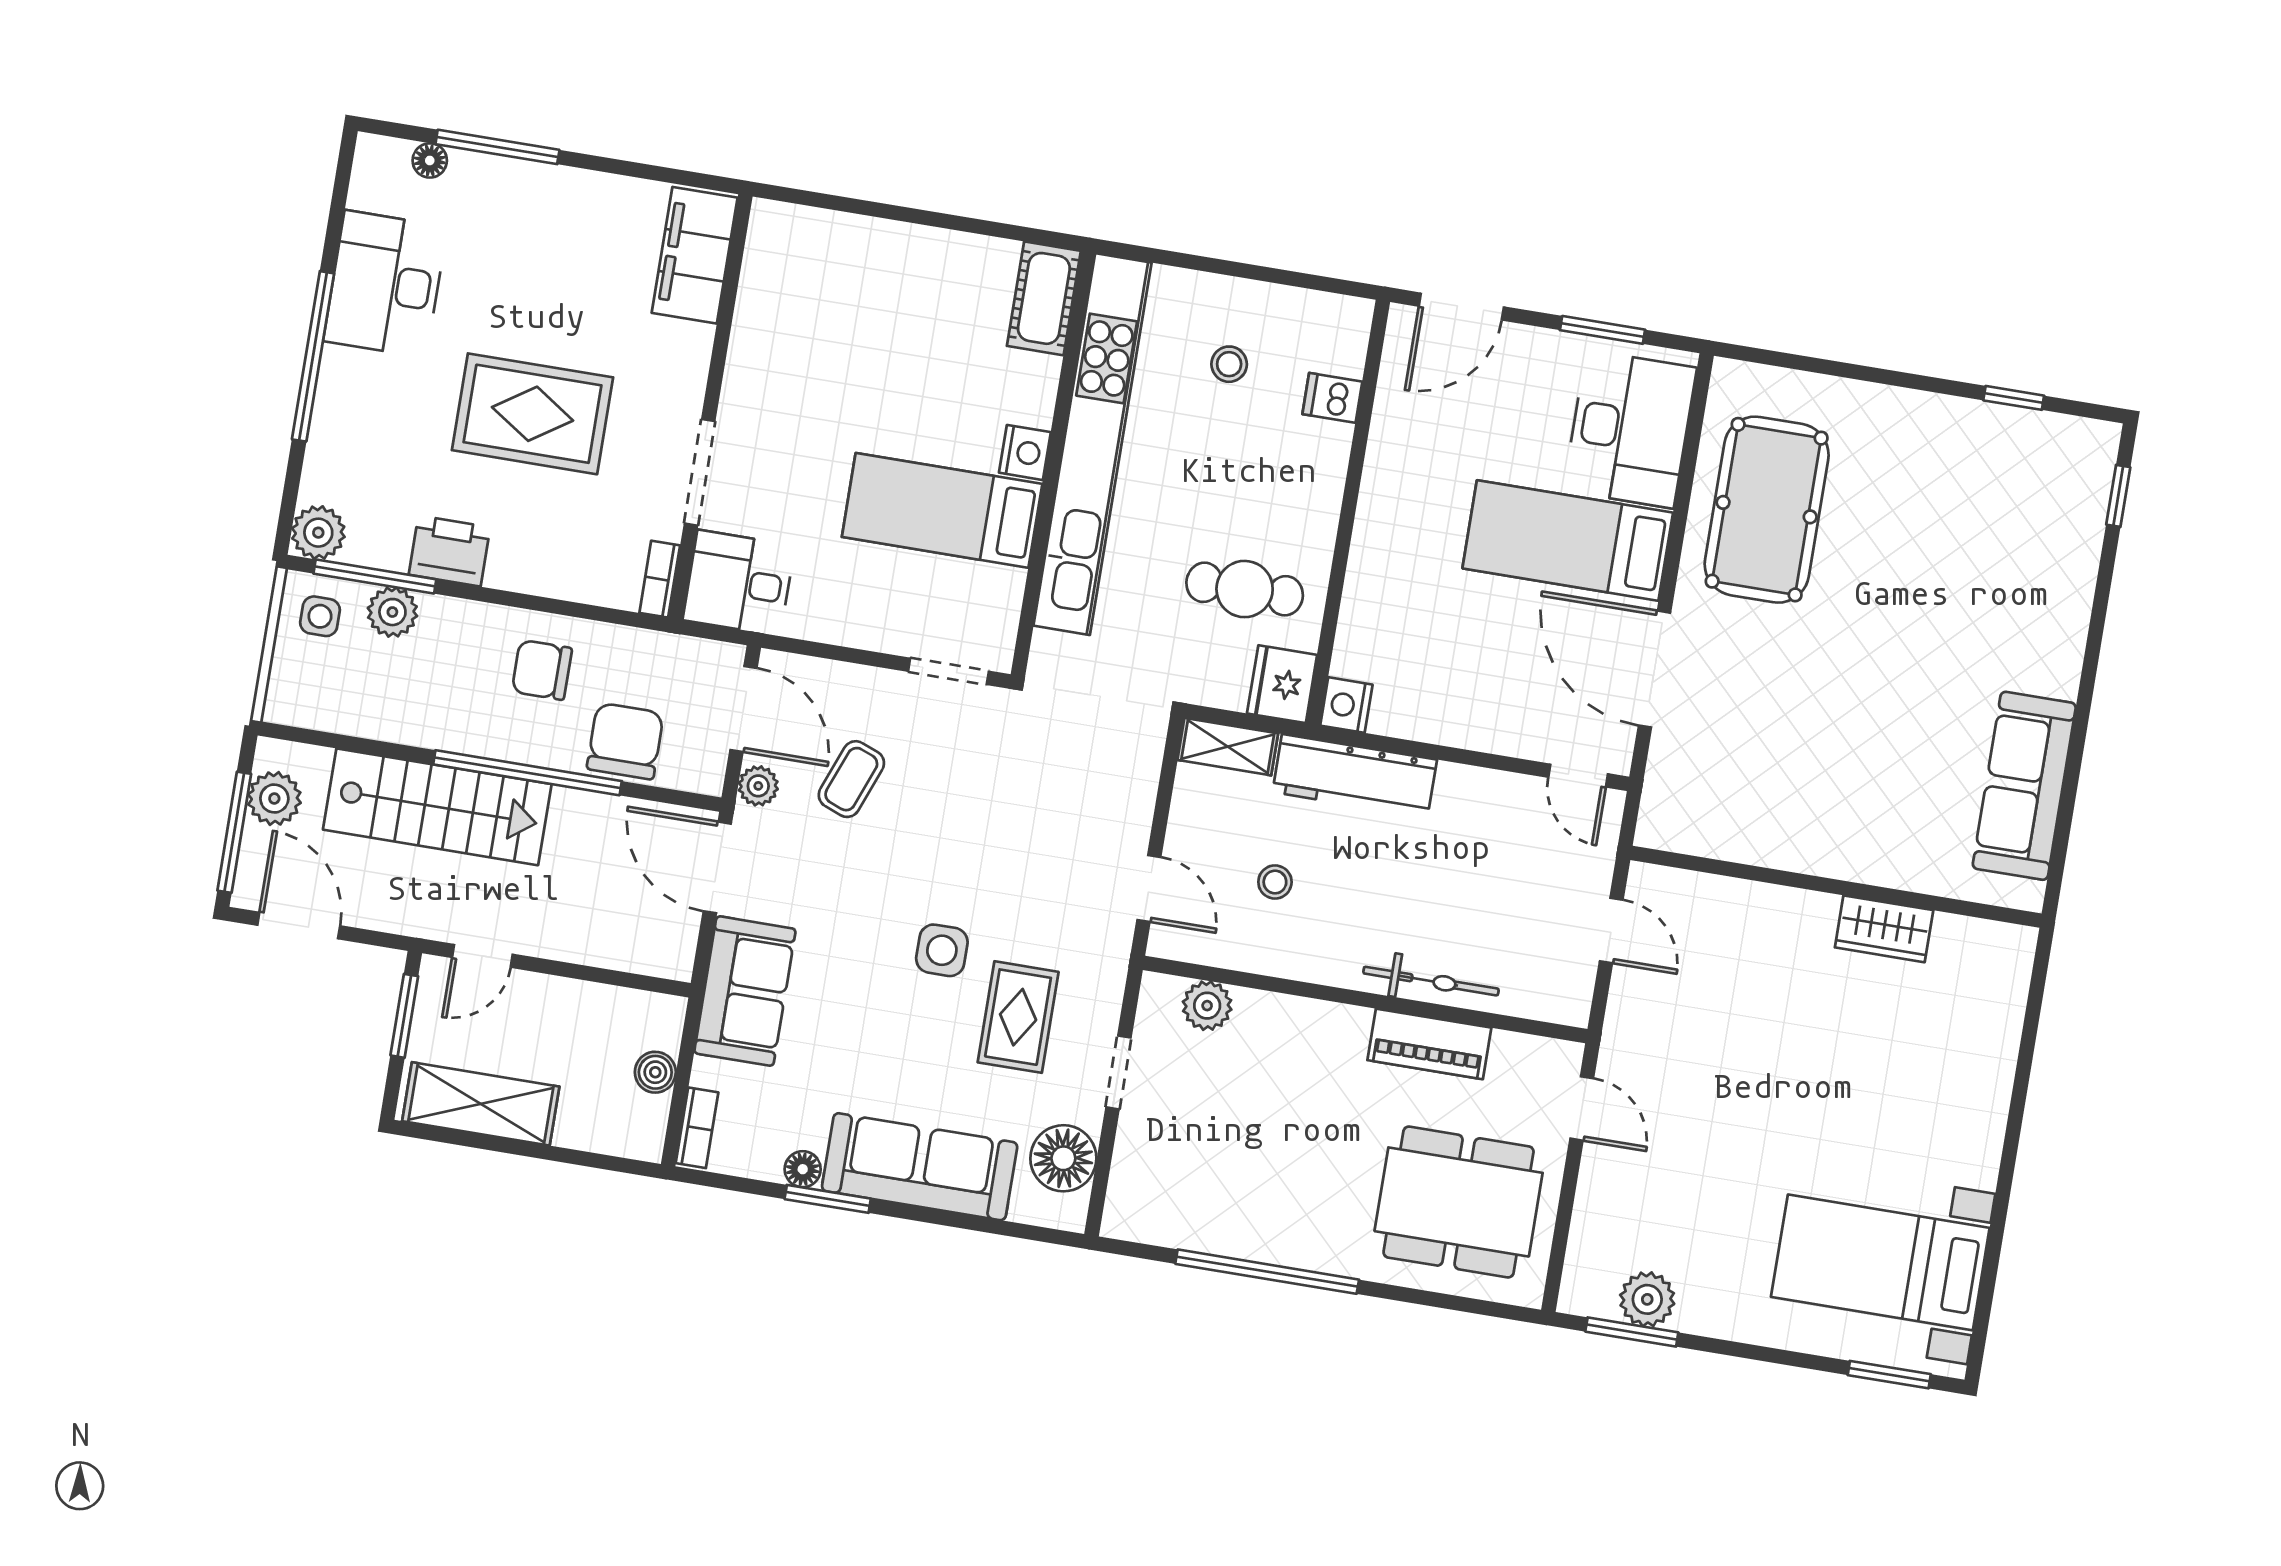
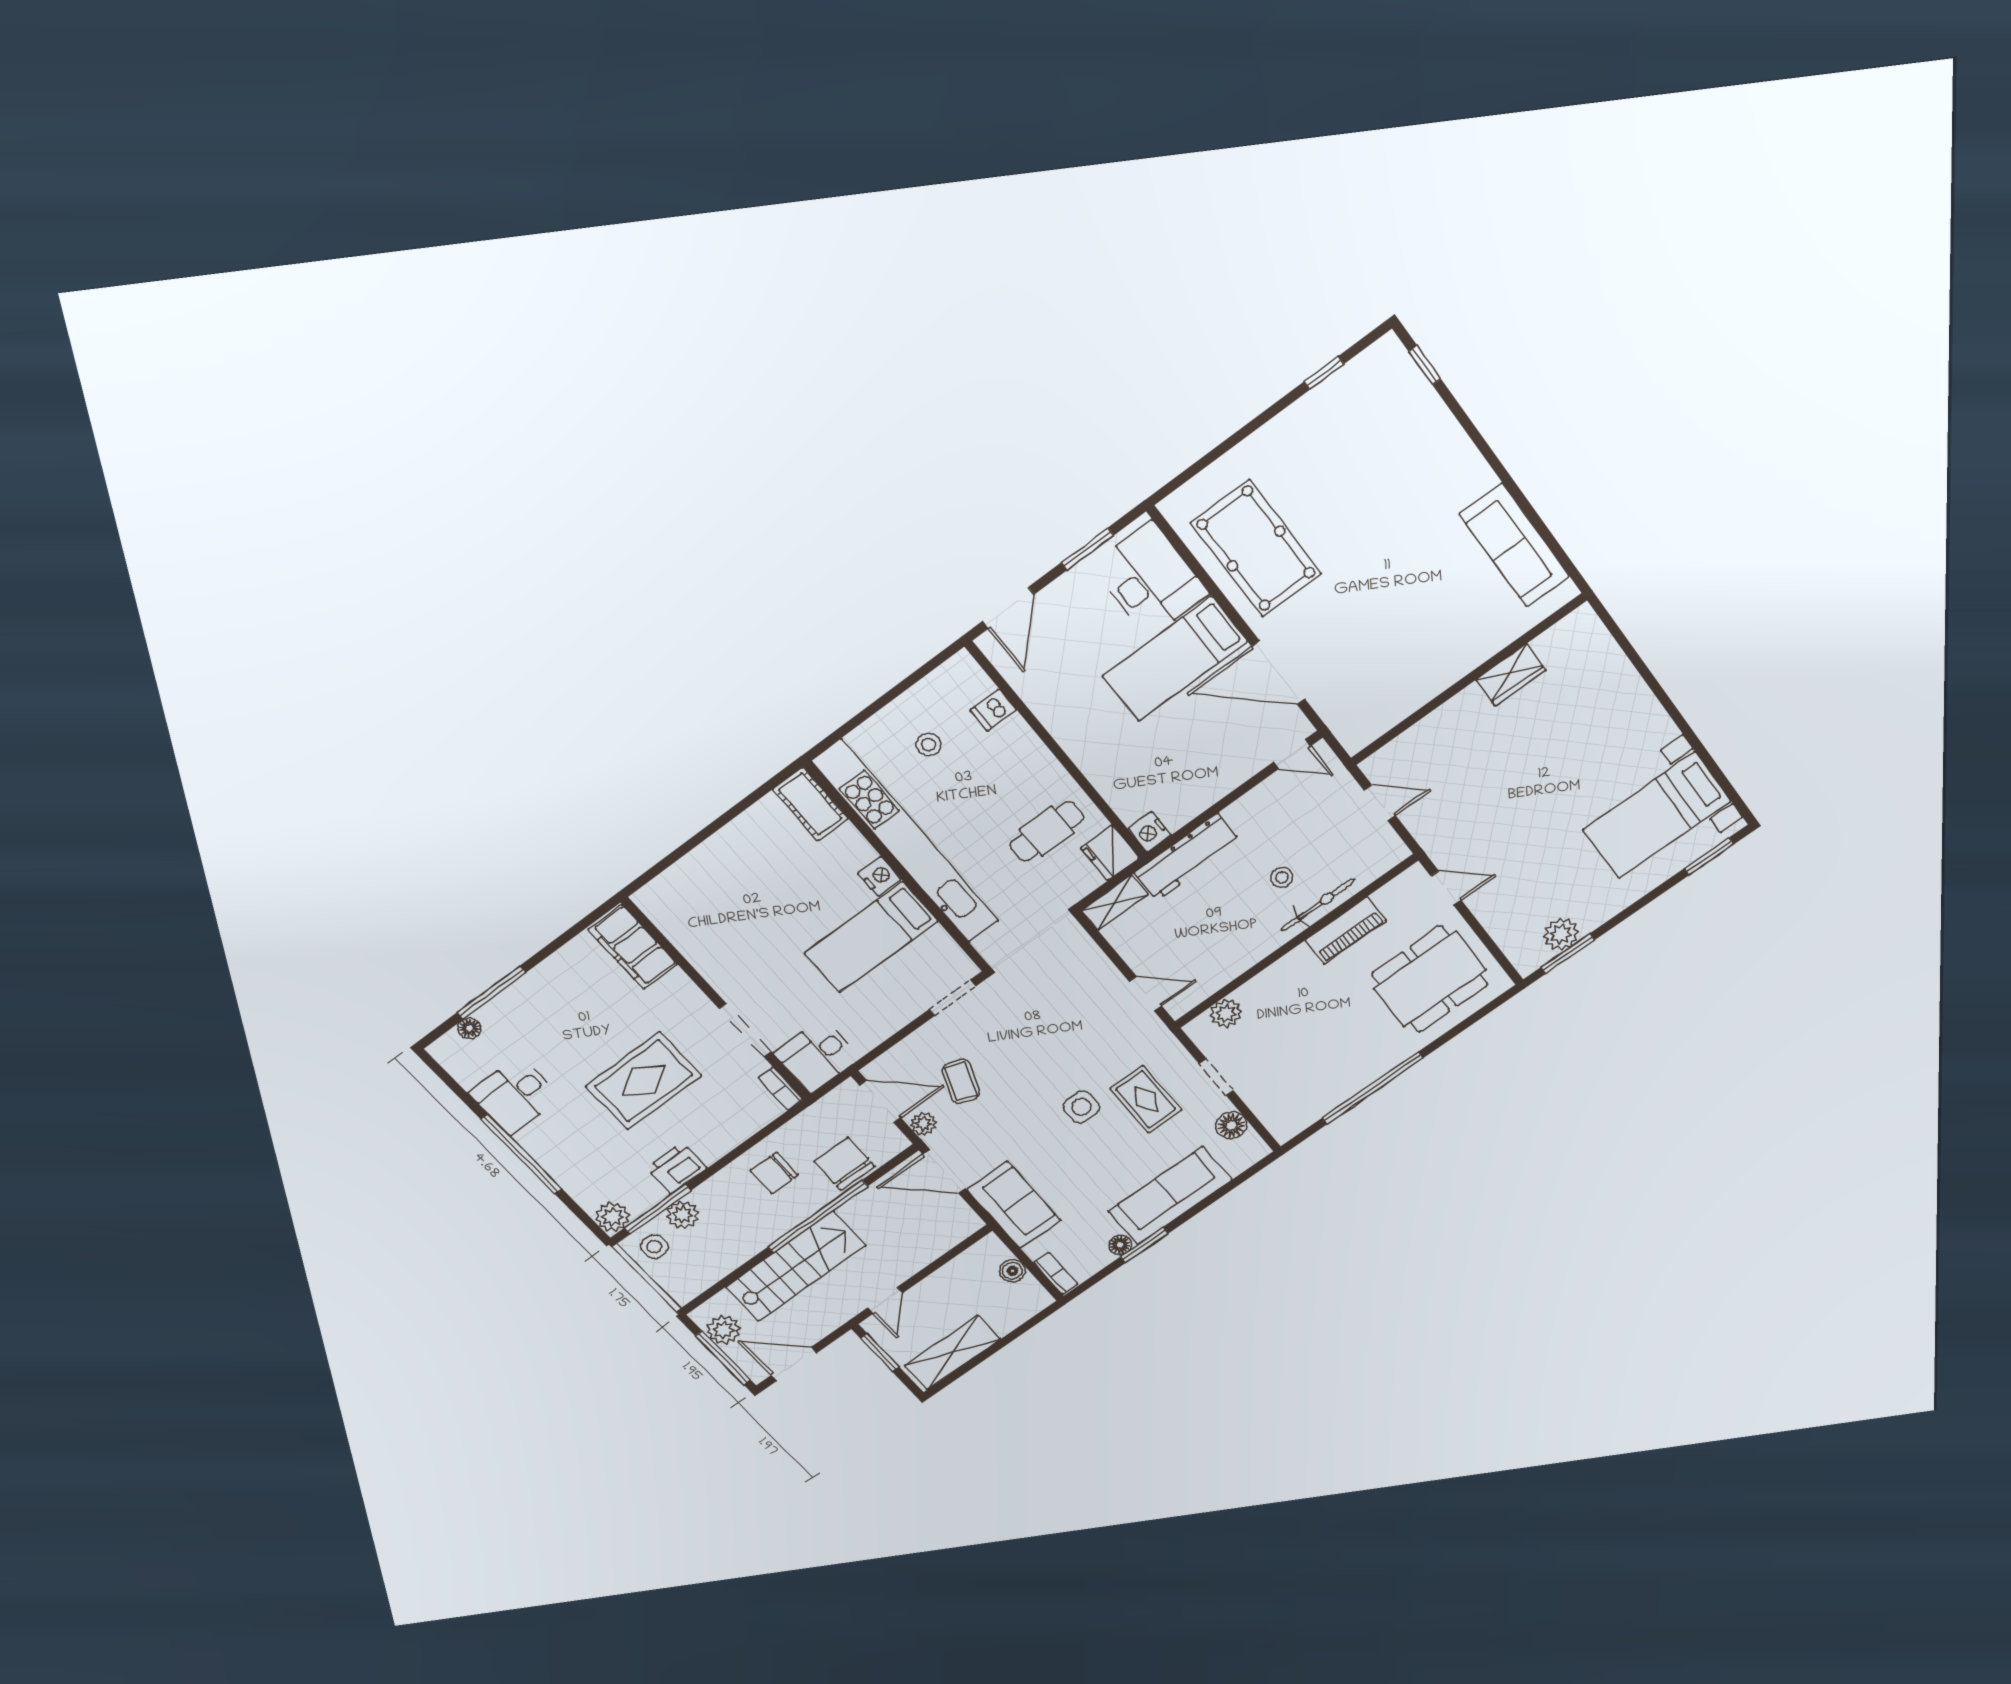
desk: (385, 284) -> (515, 1095), width x0.73
stool: (1275, 882) -> (1282, 877), moved
floor lamp: (1063, 1158) -> (1231, 1125), width x0.73, depth x0.73

